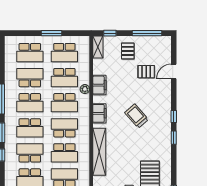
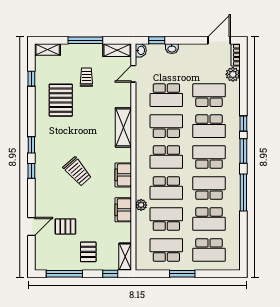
school desk: (30, 53) -> (209, 250), turned 180
school desk: (64, 103) -> (166, 188), turned 180
shelving: (99, 152) -> (123, 127), width x0.68

